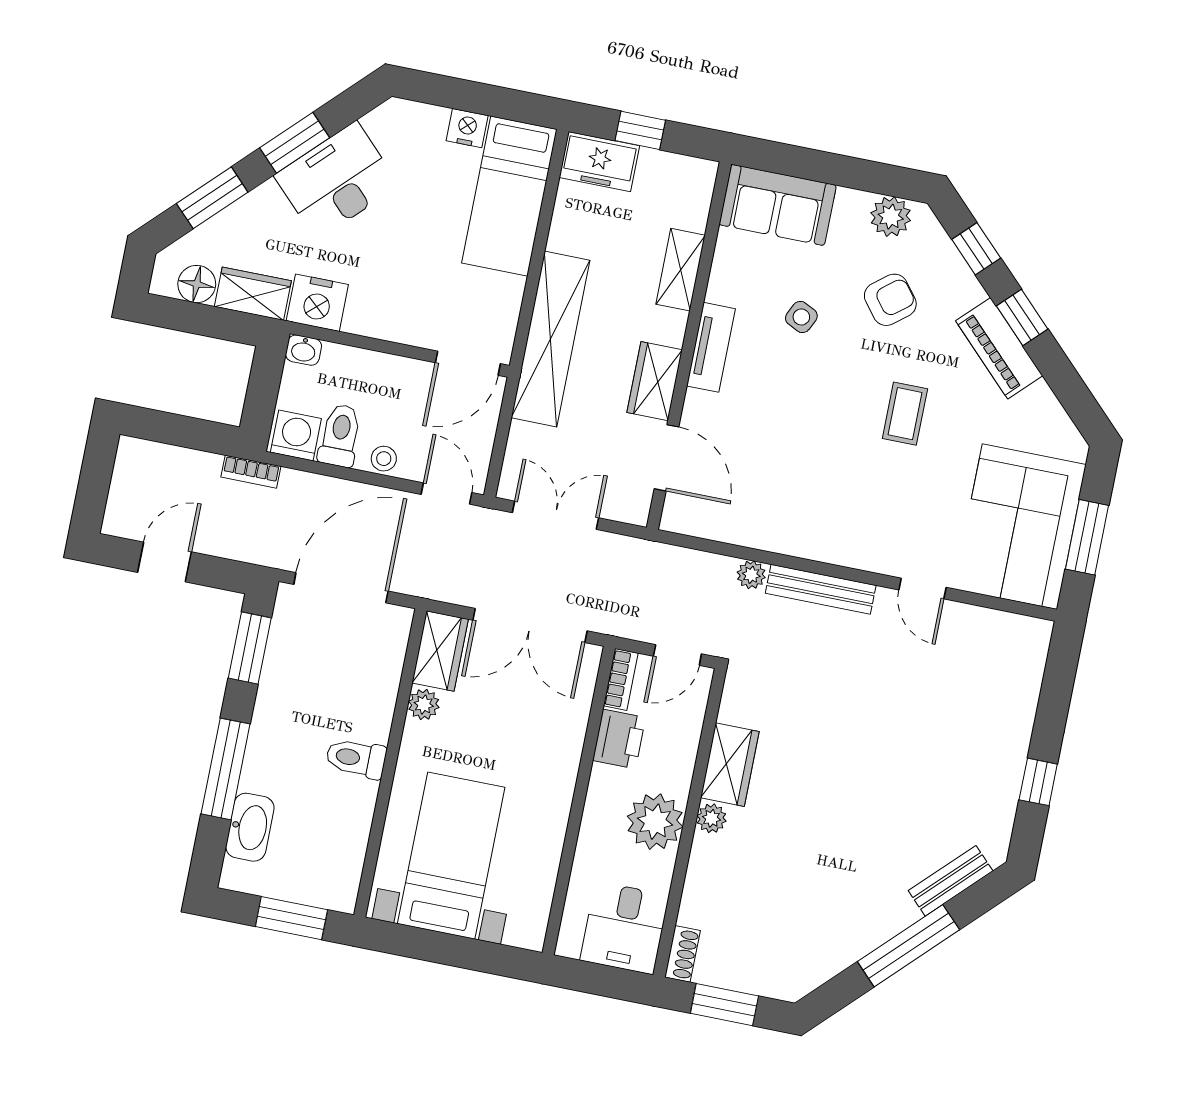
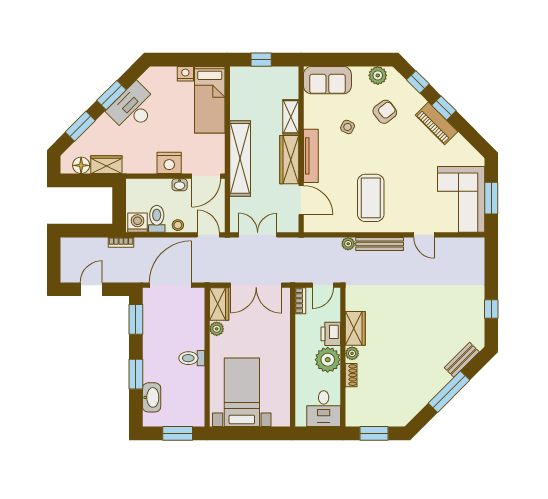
freezer: (599, 162) -> (246, 77), removed
nightstand: (317, 303) -> (169, 163), moved
tv unit: (711, 347) -> (311, 156), width x1.41
washbasin: (304, 350) -> (180, 185), moved
wardrobe: (655, 381) -> (289, 160), width x1.50
coffee table: (905, 414) -> (371, 198), moved, width x1.86, depth x1.72
printer: (619, 739) -> (331, 334), moved, turned 180
window: (226, 769) -> (136, 374), width x0.69
shoe rack: (682, 954) -> (351, 375), moved

